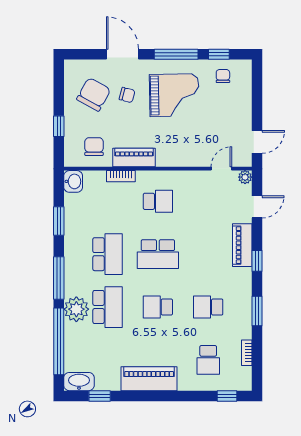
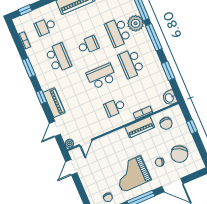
school desk: (208, 307) -> (59, 58), width x1.85
school desk: (208, 360) -> (45, 27), turned -90

